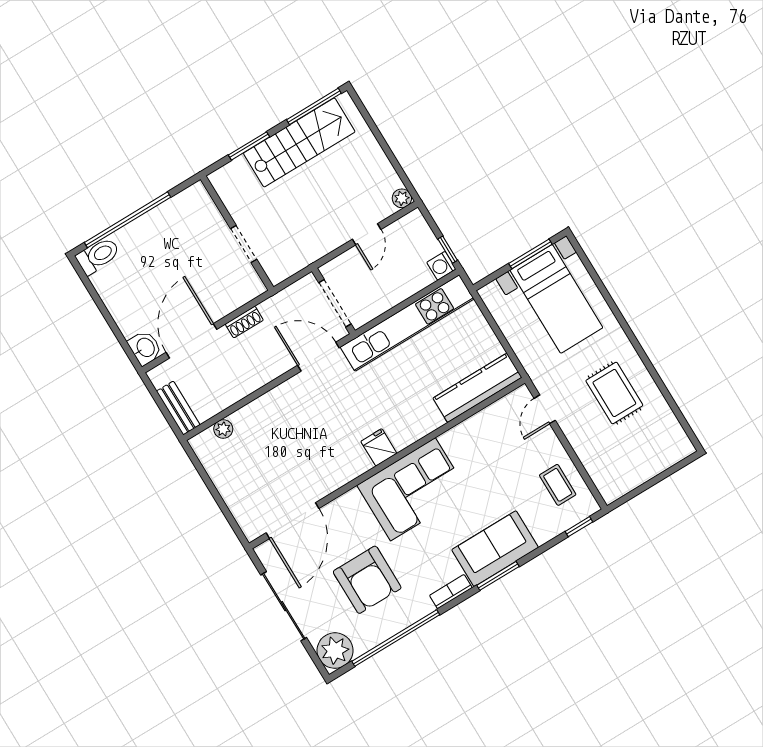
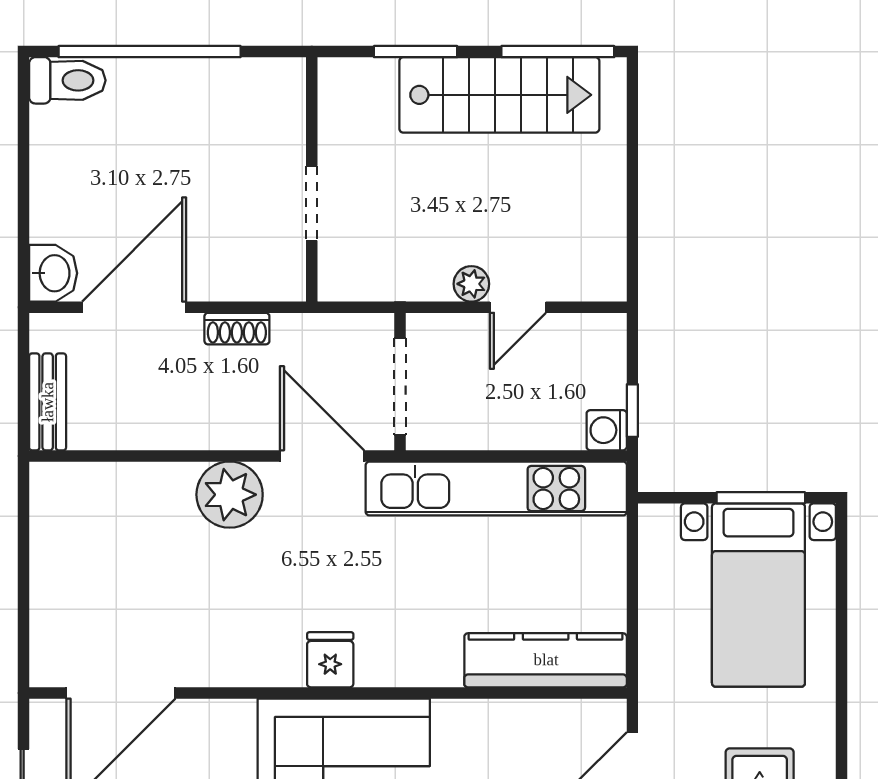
plant: (402, 198) -> (471, 284), moved
plant: (223, 429) -> (230, 495), moved, width x1.88, depth x1.88

